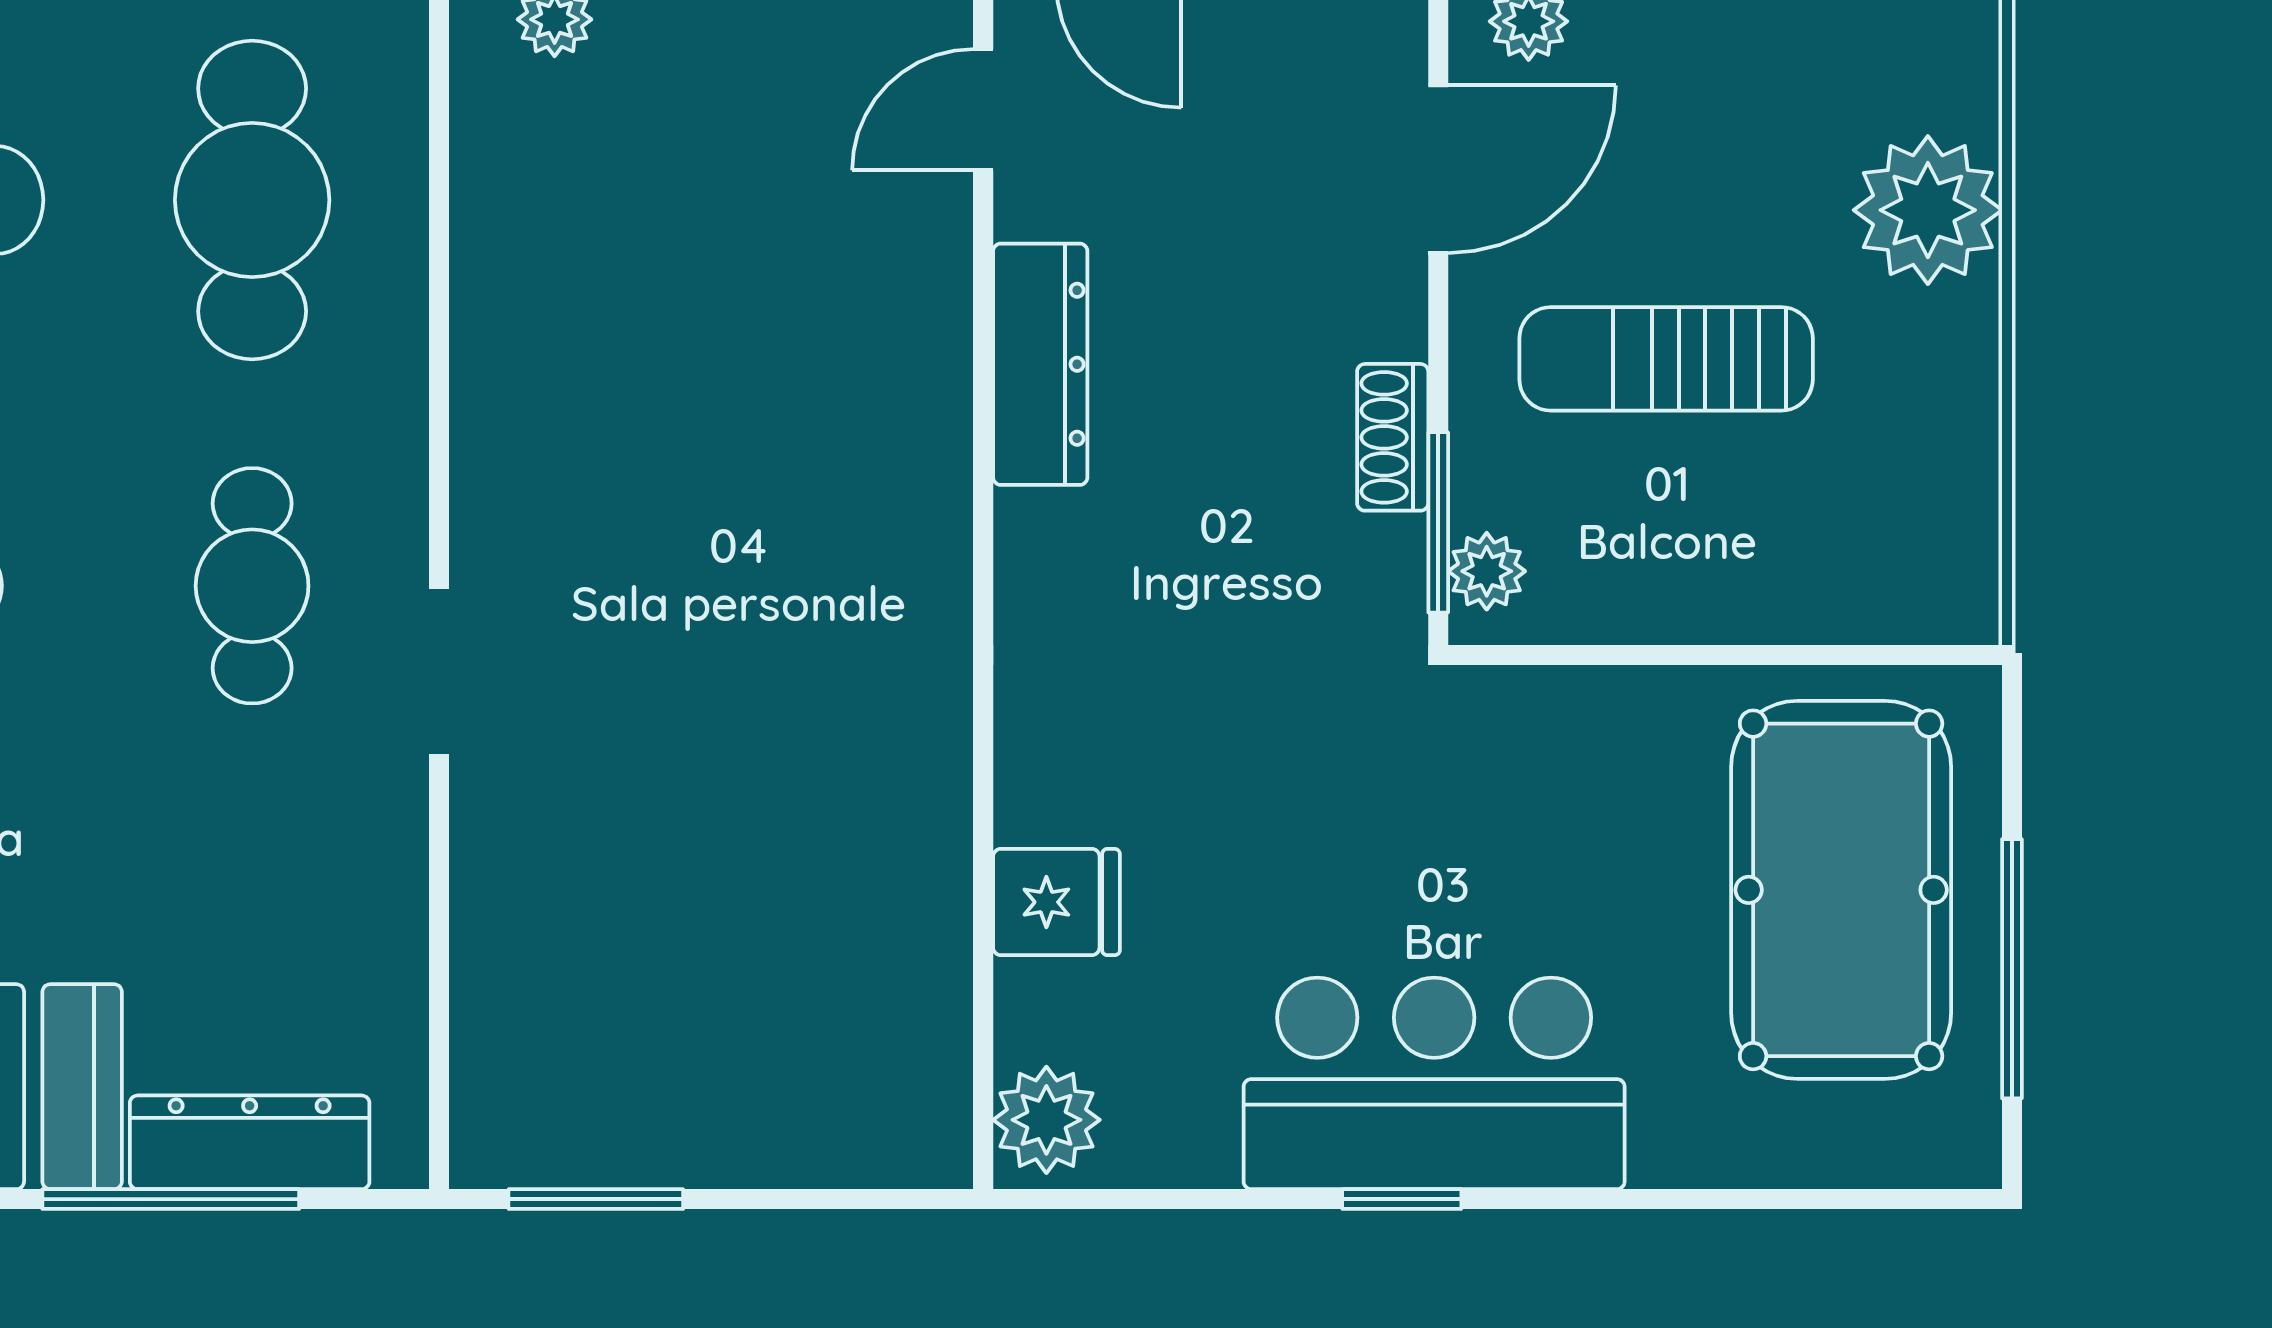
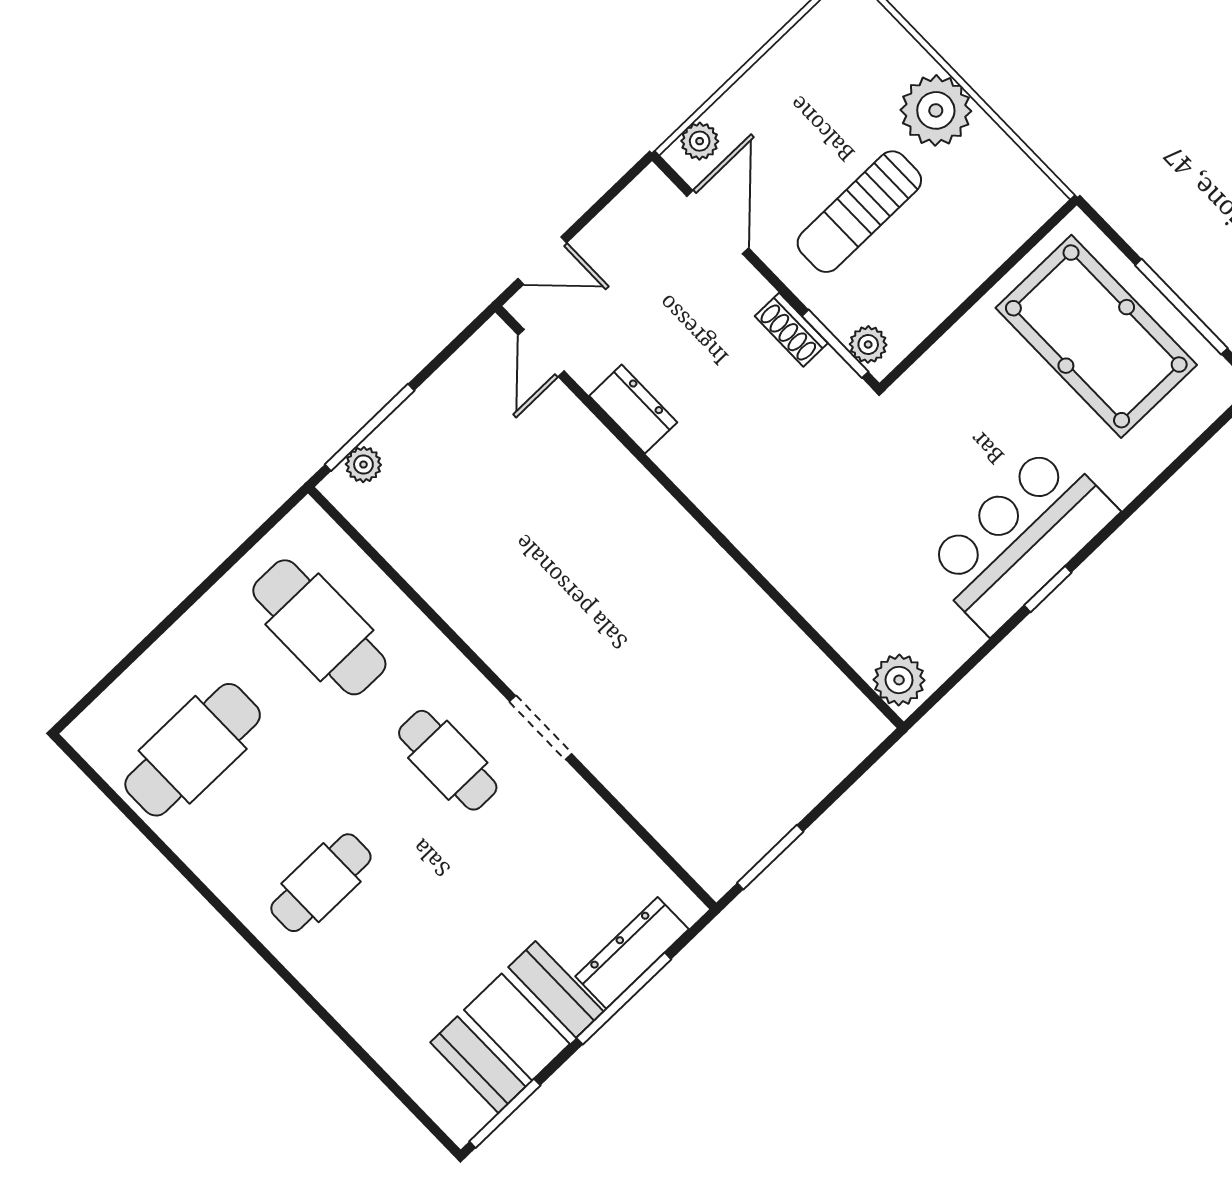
plant: (1928, 210) -> (936, 110), moved
dresser: (1040, 364) -> (633, 409), width x0.70
fridge: (1056, 902) -> (830, 602), removed

